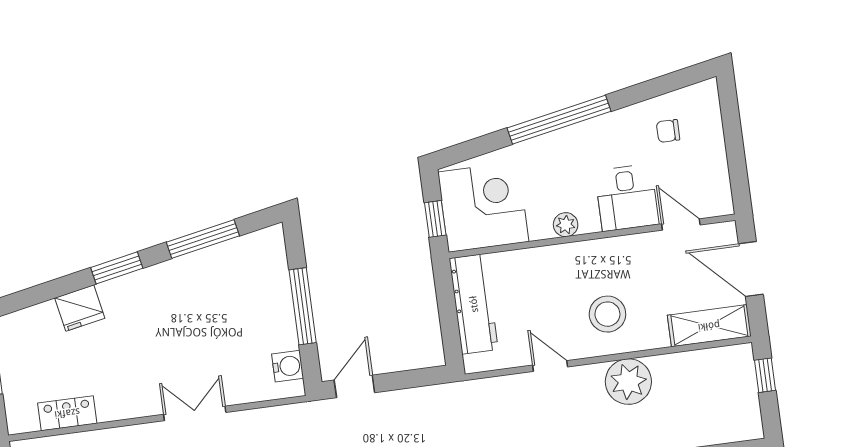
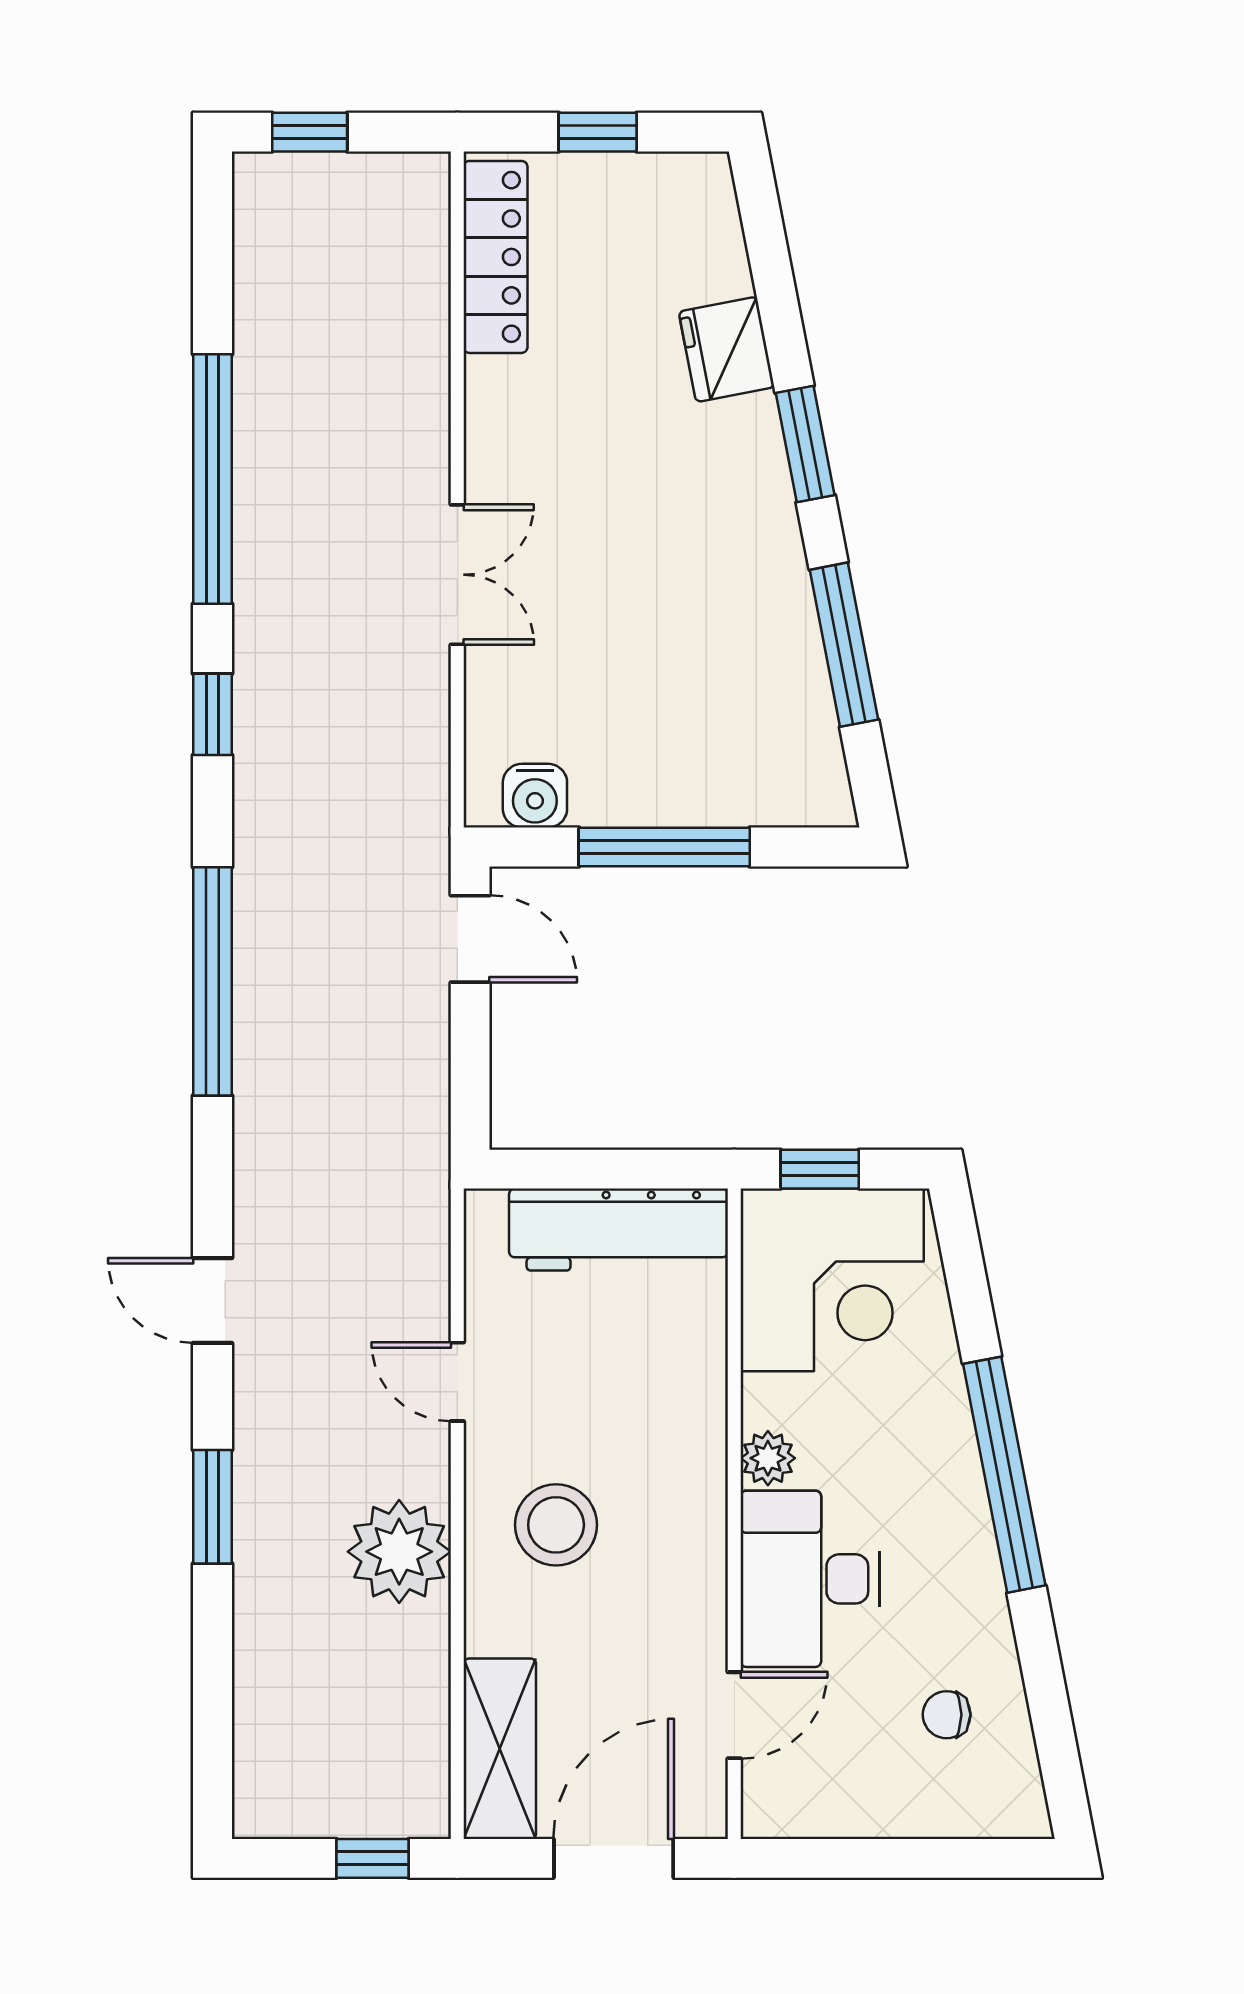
chair: (668, 131) -> (947, 1715), turned -90
desk: (627, 198) -> (810, 1579), width x1.37
door: (550, 366) -> (457, 1382), swing flipped
locker: (67, 413) -> (495, 257), width x1.53

